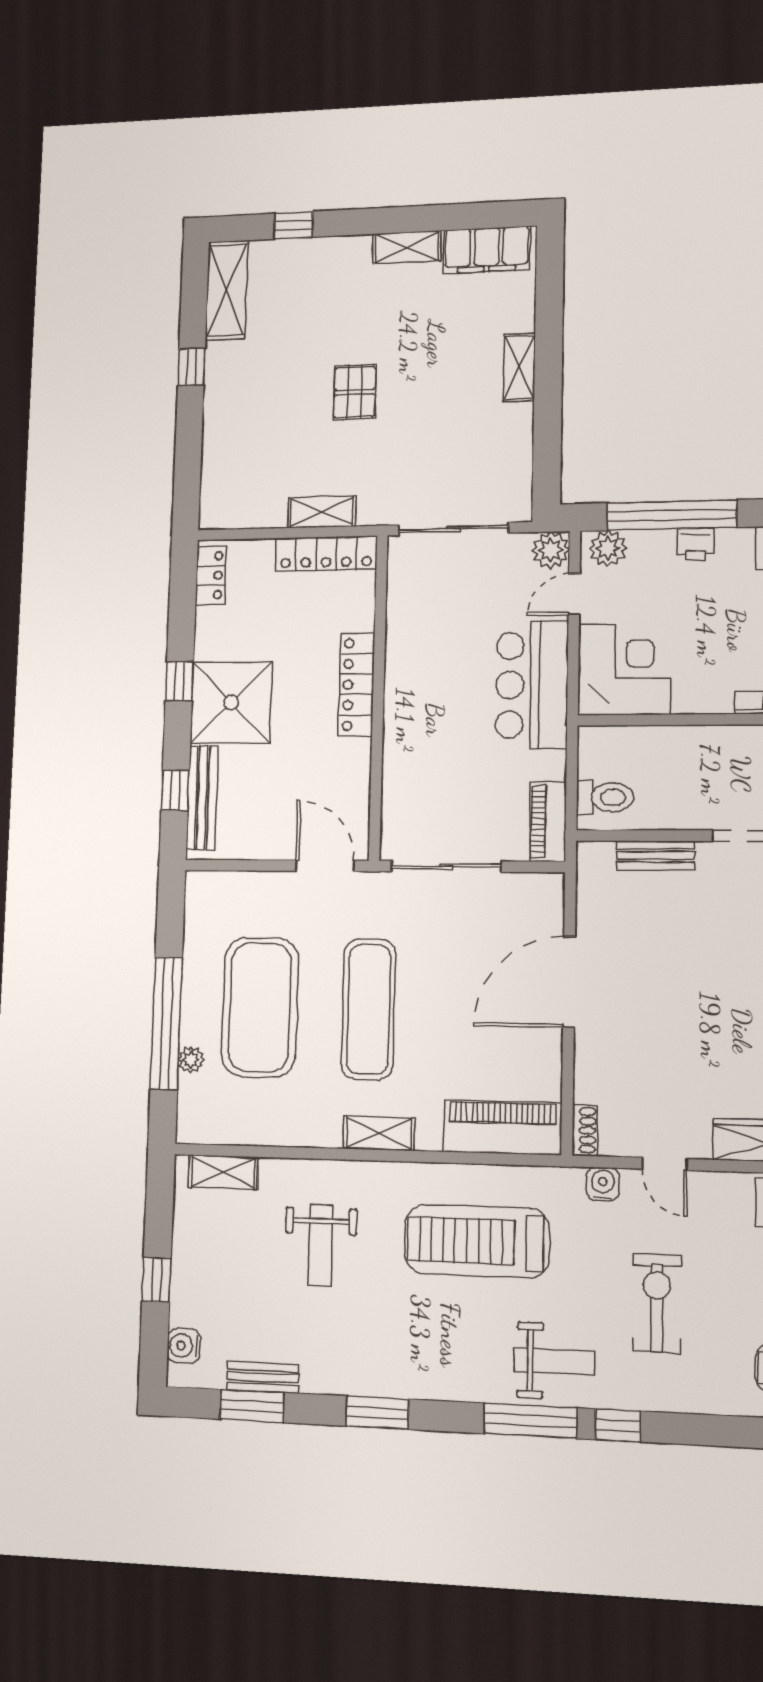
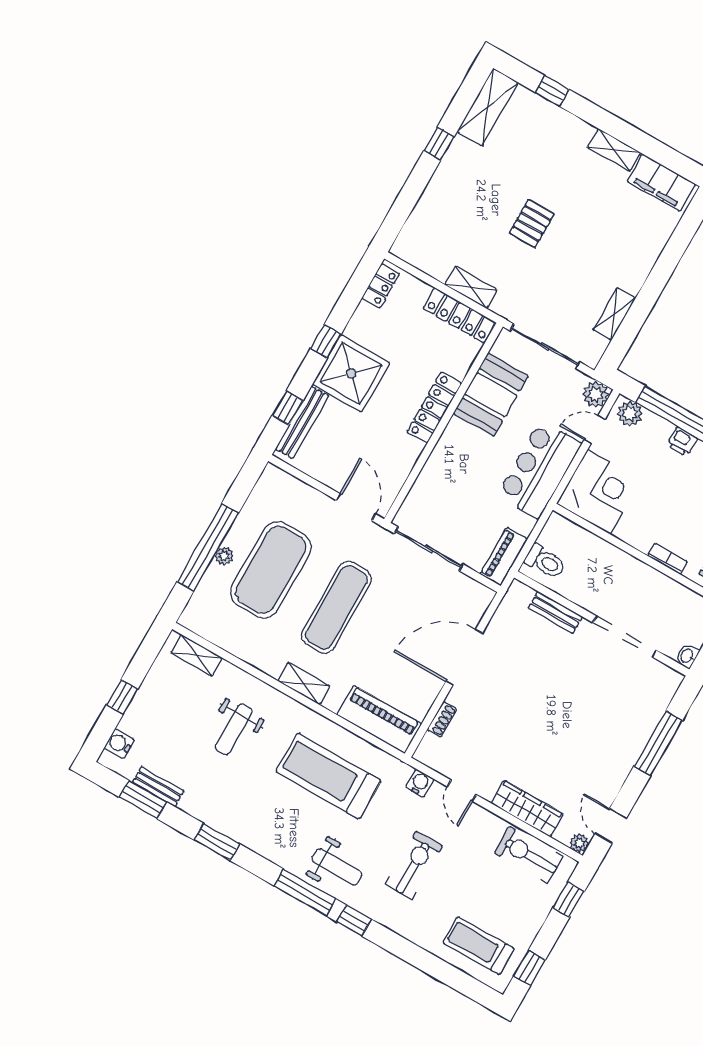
shelving: (519, 367) -> (614, 314), moved
booth: (418, 627) -> (491, 395), added
plant: (191, 1060) -> (224, 556), moved
shoe rack: (584, 1130) -> (442, 719), moved

